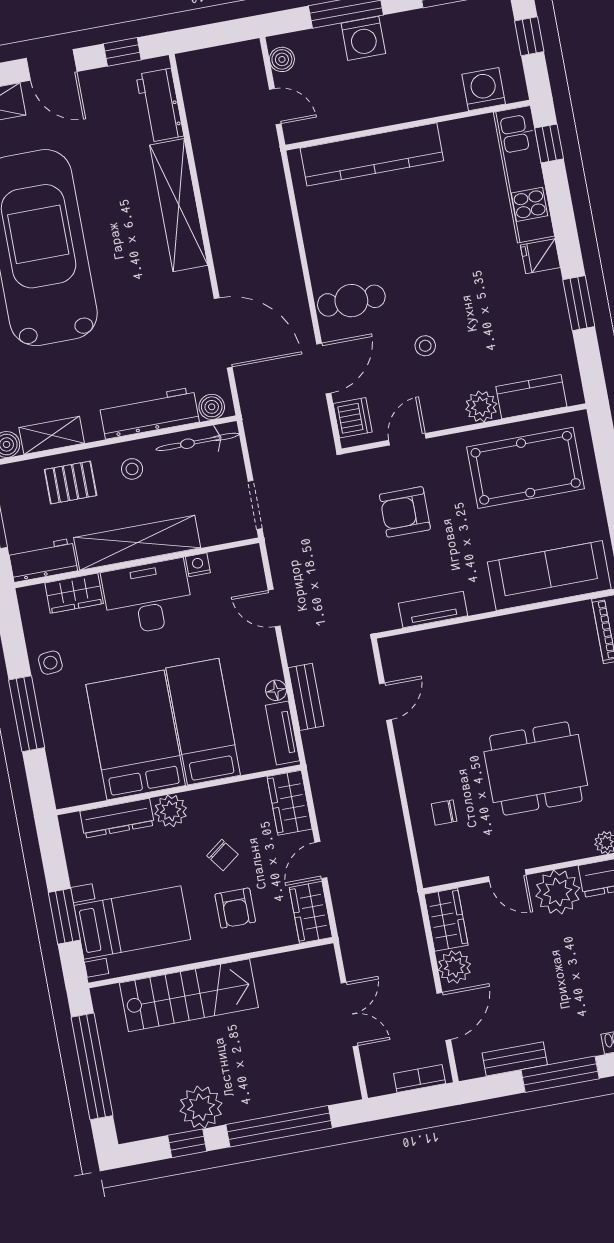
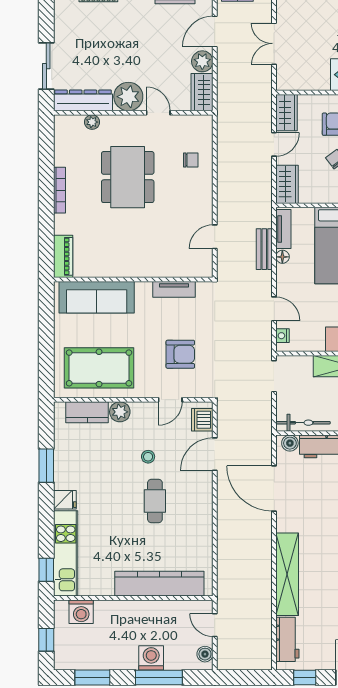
cafe table: (351, 301) -> (155, 501), moved, turned 90
nightstand: (198, 565) -> (282, 336), moved, turned 90
dining table: (536, 768) -> (128, 177), turned 90

